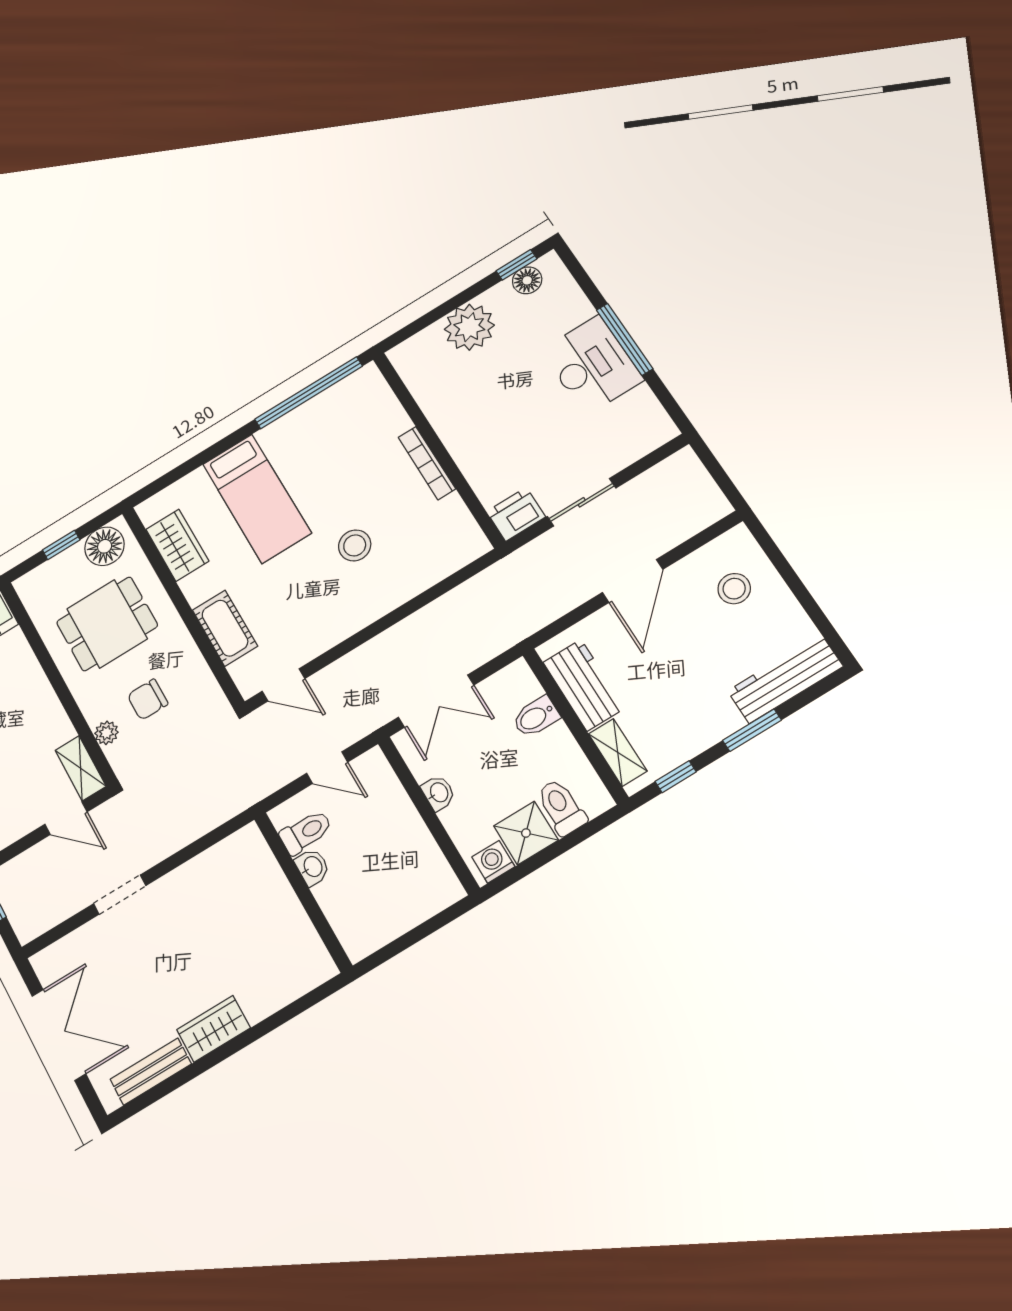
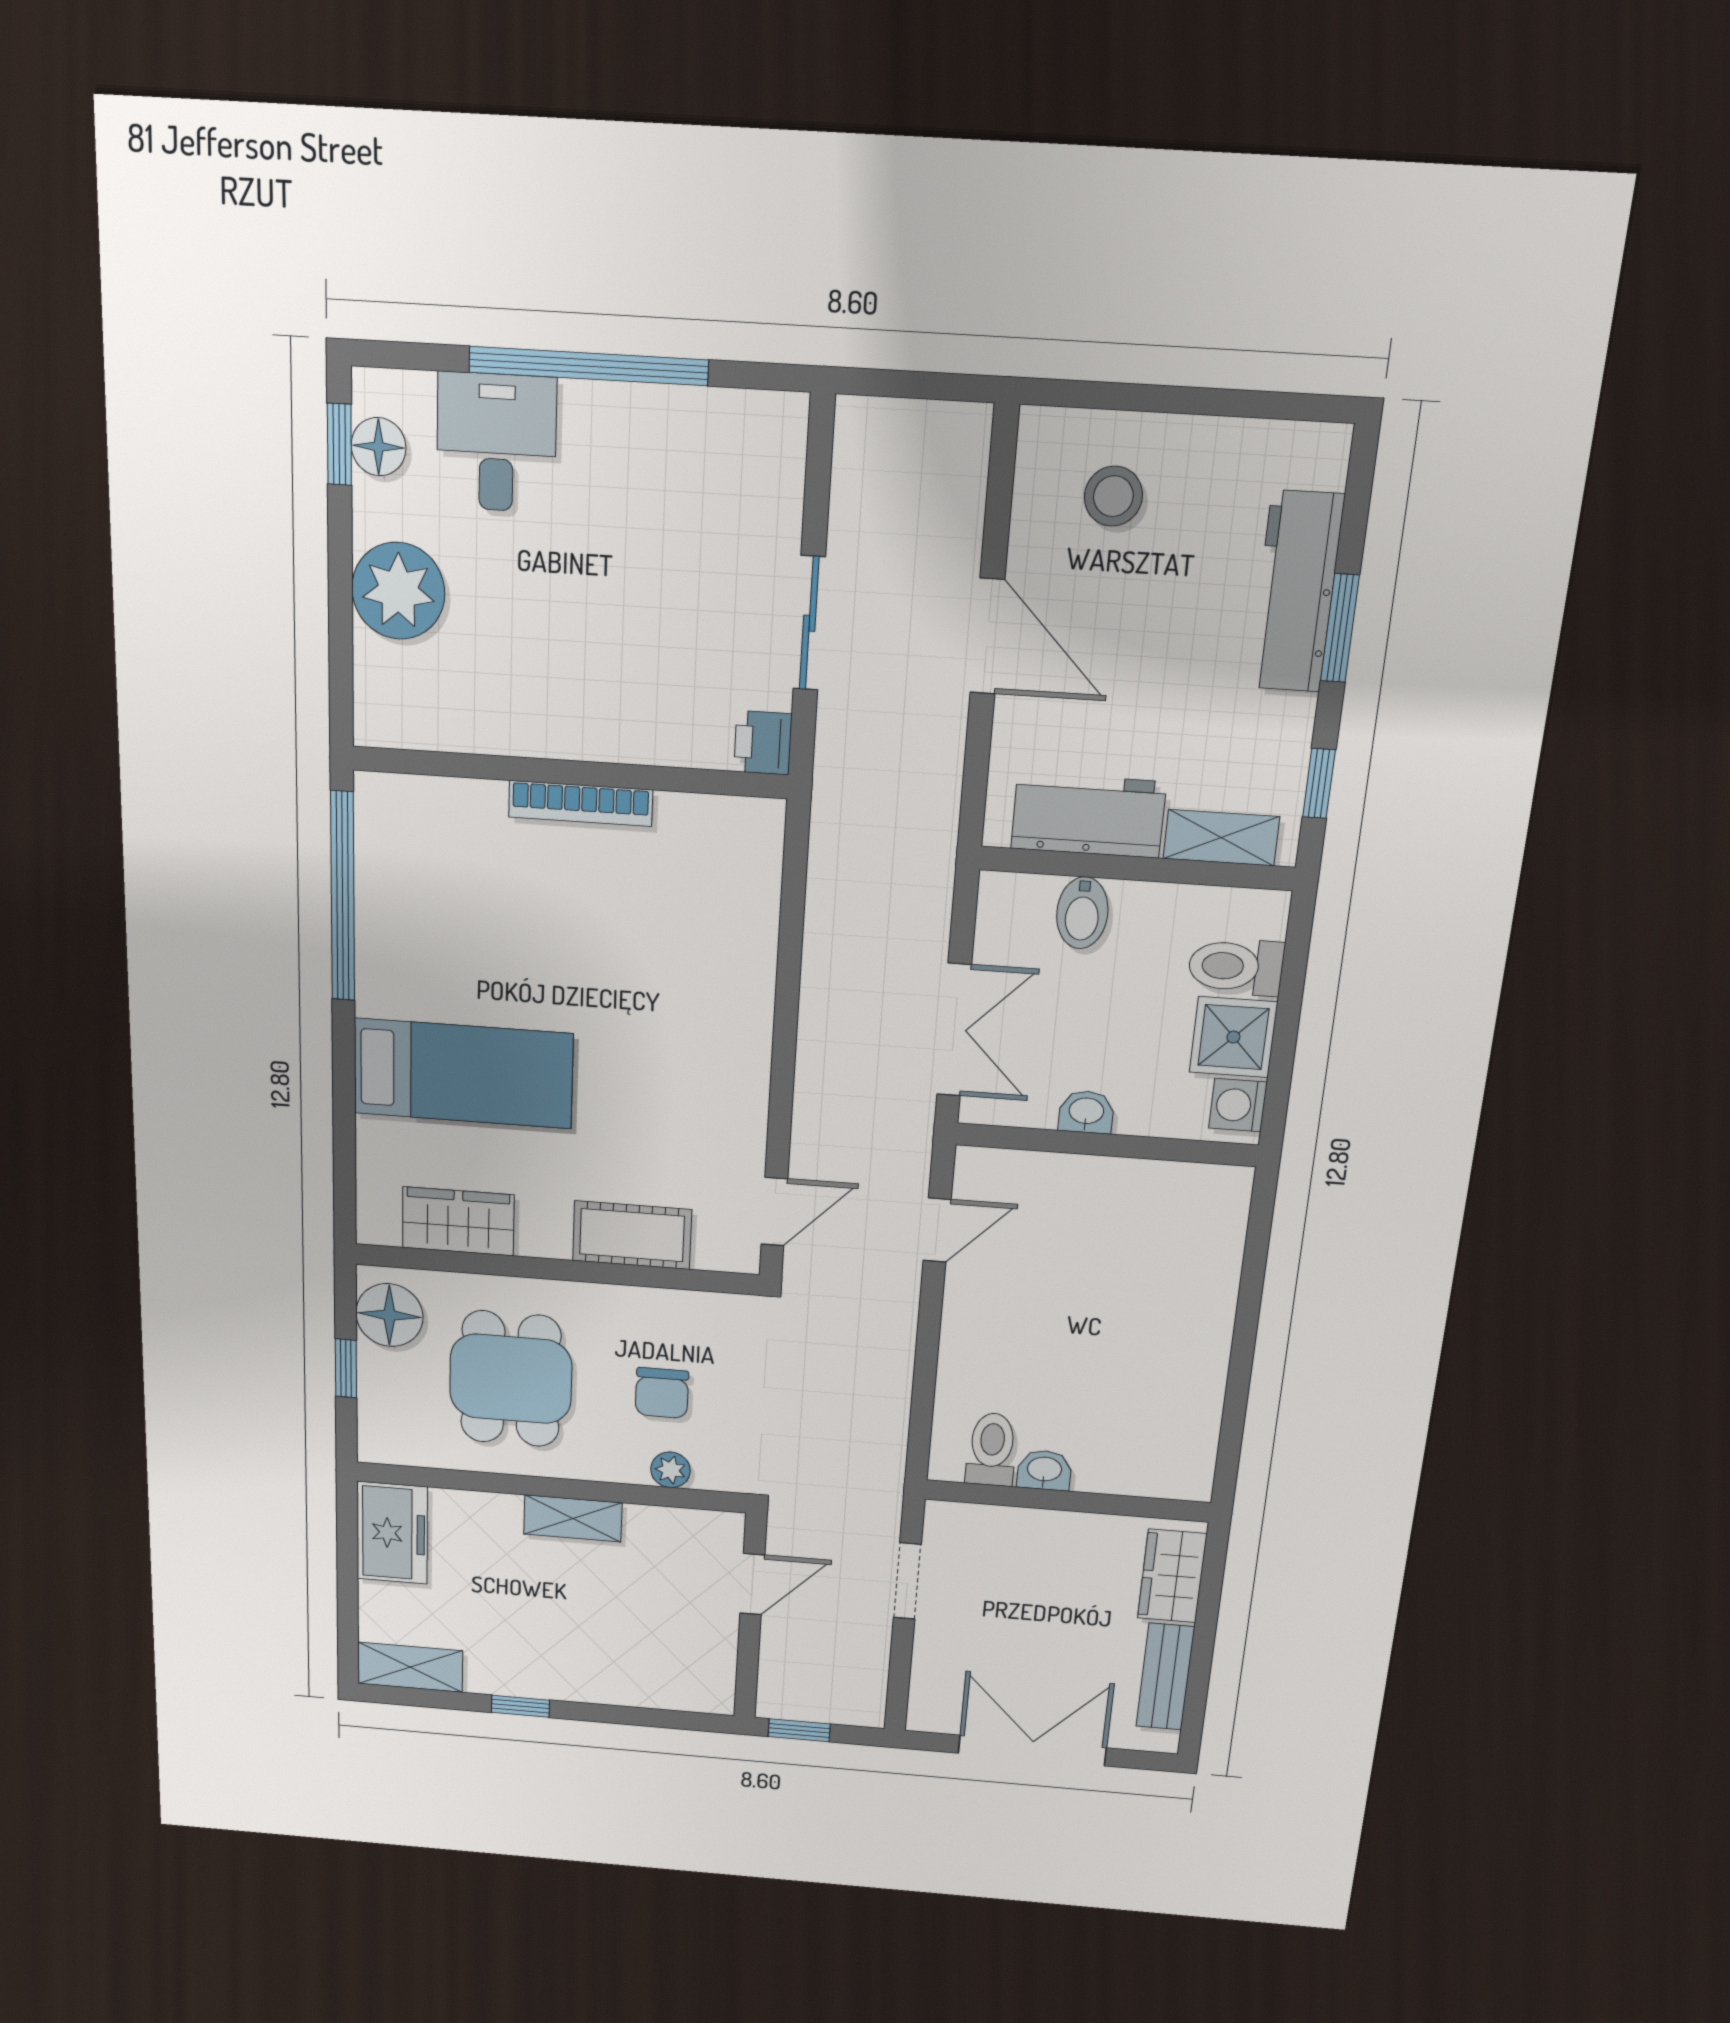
window: (625, 339) -> (588, 366), width x1.46
desk: (592, 365) -> (496, 443), moved, width x0.73
printer: (516, 514) -> (763, 743), width x0.73, depth x0.81
stool: (355, 545) -> (636, 988), removed
workbench: (785, 679) -> (1296, 592), moved
shelving: (81, 768) -> (573, 1518), moved
toilet: (306, 832) -> (992, 1449), moved
washbasin: (312, 867) -> (1044, 1470), moved
wall: (303, 892) -> (1067, 1501), moved

